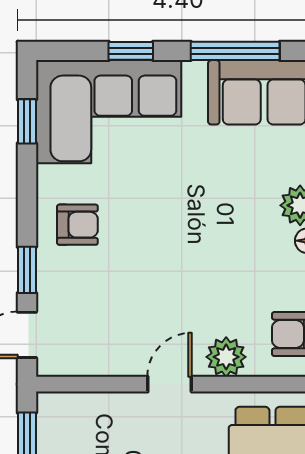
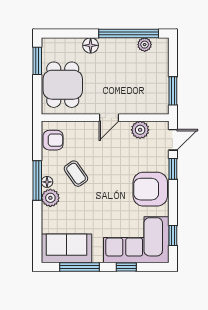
armchair: (77, 225) -> (150, 189), width x1.88, depth x1.88
coffee table: (243, 259) -> (76, 174), added
plant: (226, 357) -> (140, 130), moved

